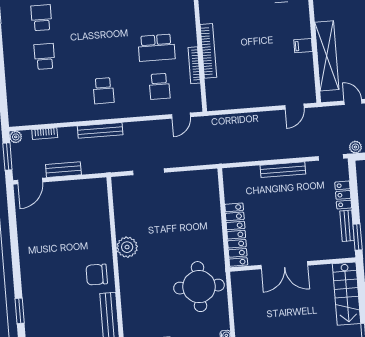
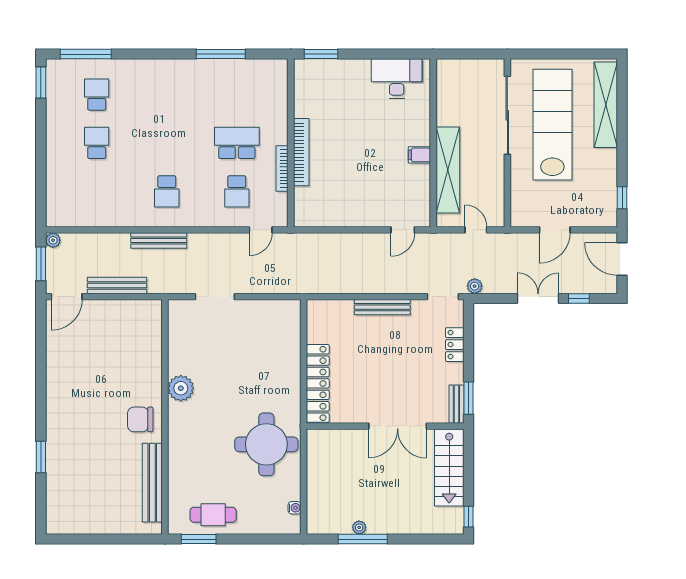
school desk: (156, 48) -> (237, 143), turned 180
bookcase: (45, 134) -> (89, 239), removed
bench: (63, 170) -> (117, 286), width x1.36
bench: (347, 226) -> (456, 404), moved
double door: (284, 265) -> (398, 426), moved

